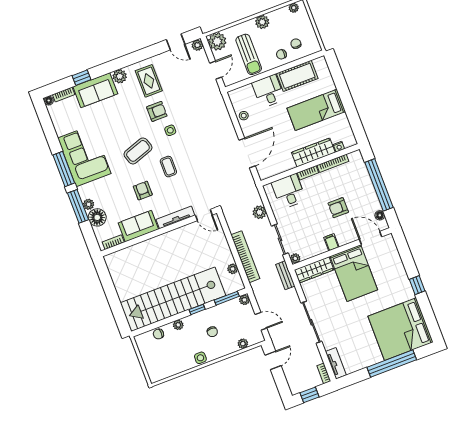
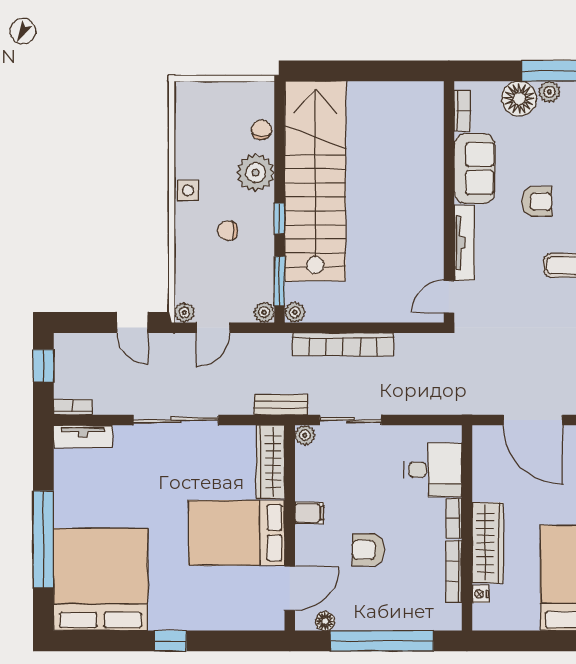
armchair: (338, 208) -> (368, 550), turned -90
plant: (260, 212) -> (415, 402), removed
plant: (233, 269) -> (295, 312), moved
plant: (178, 325) -> (255, 173), width x1.88, depth x1.88
plant: (243, 344) -> (184, 312), moved

